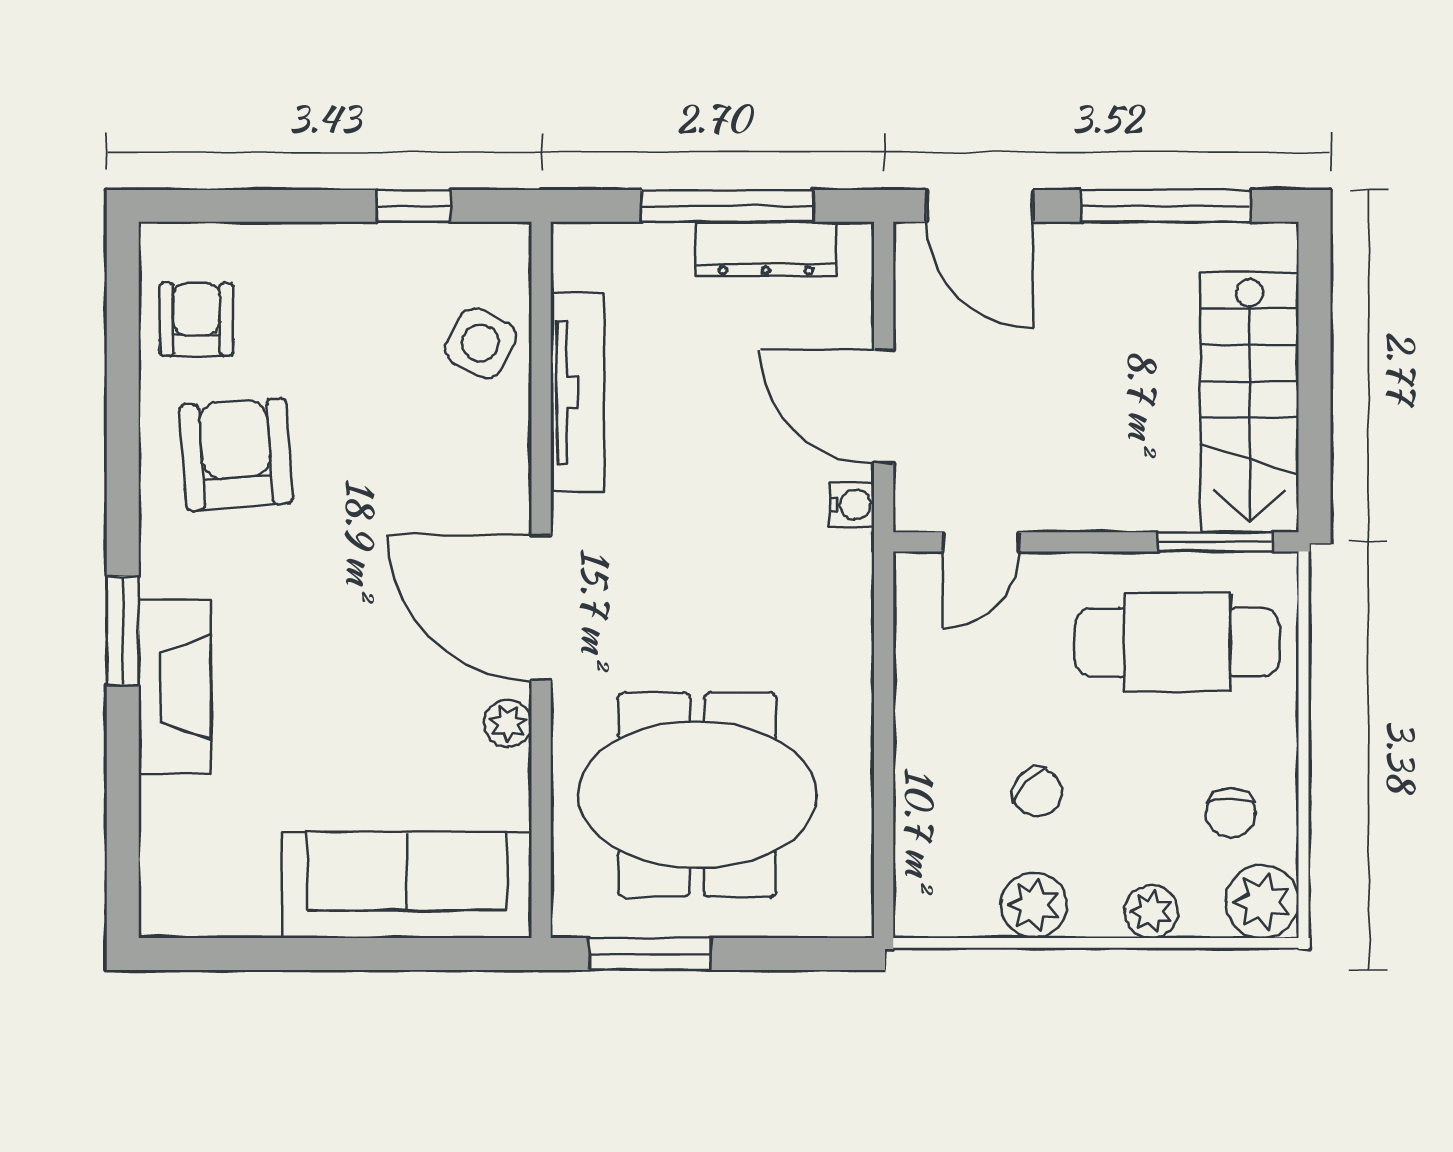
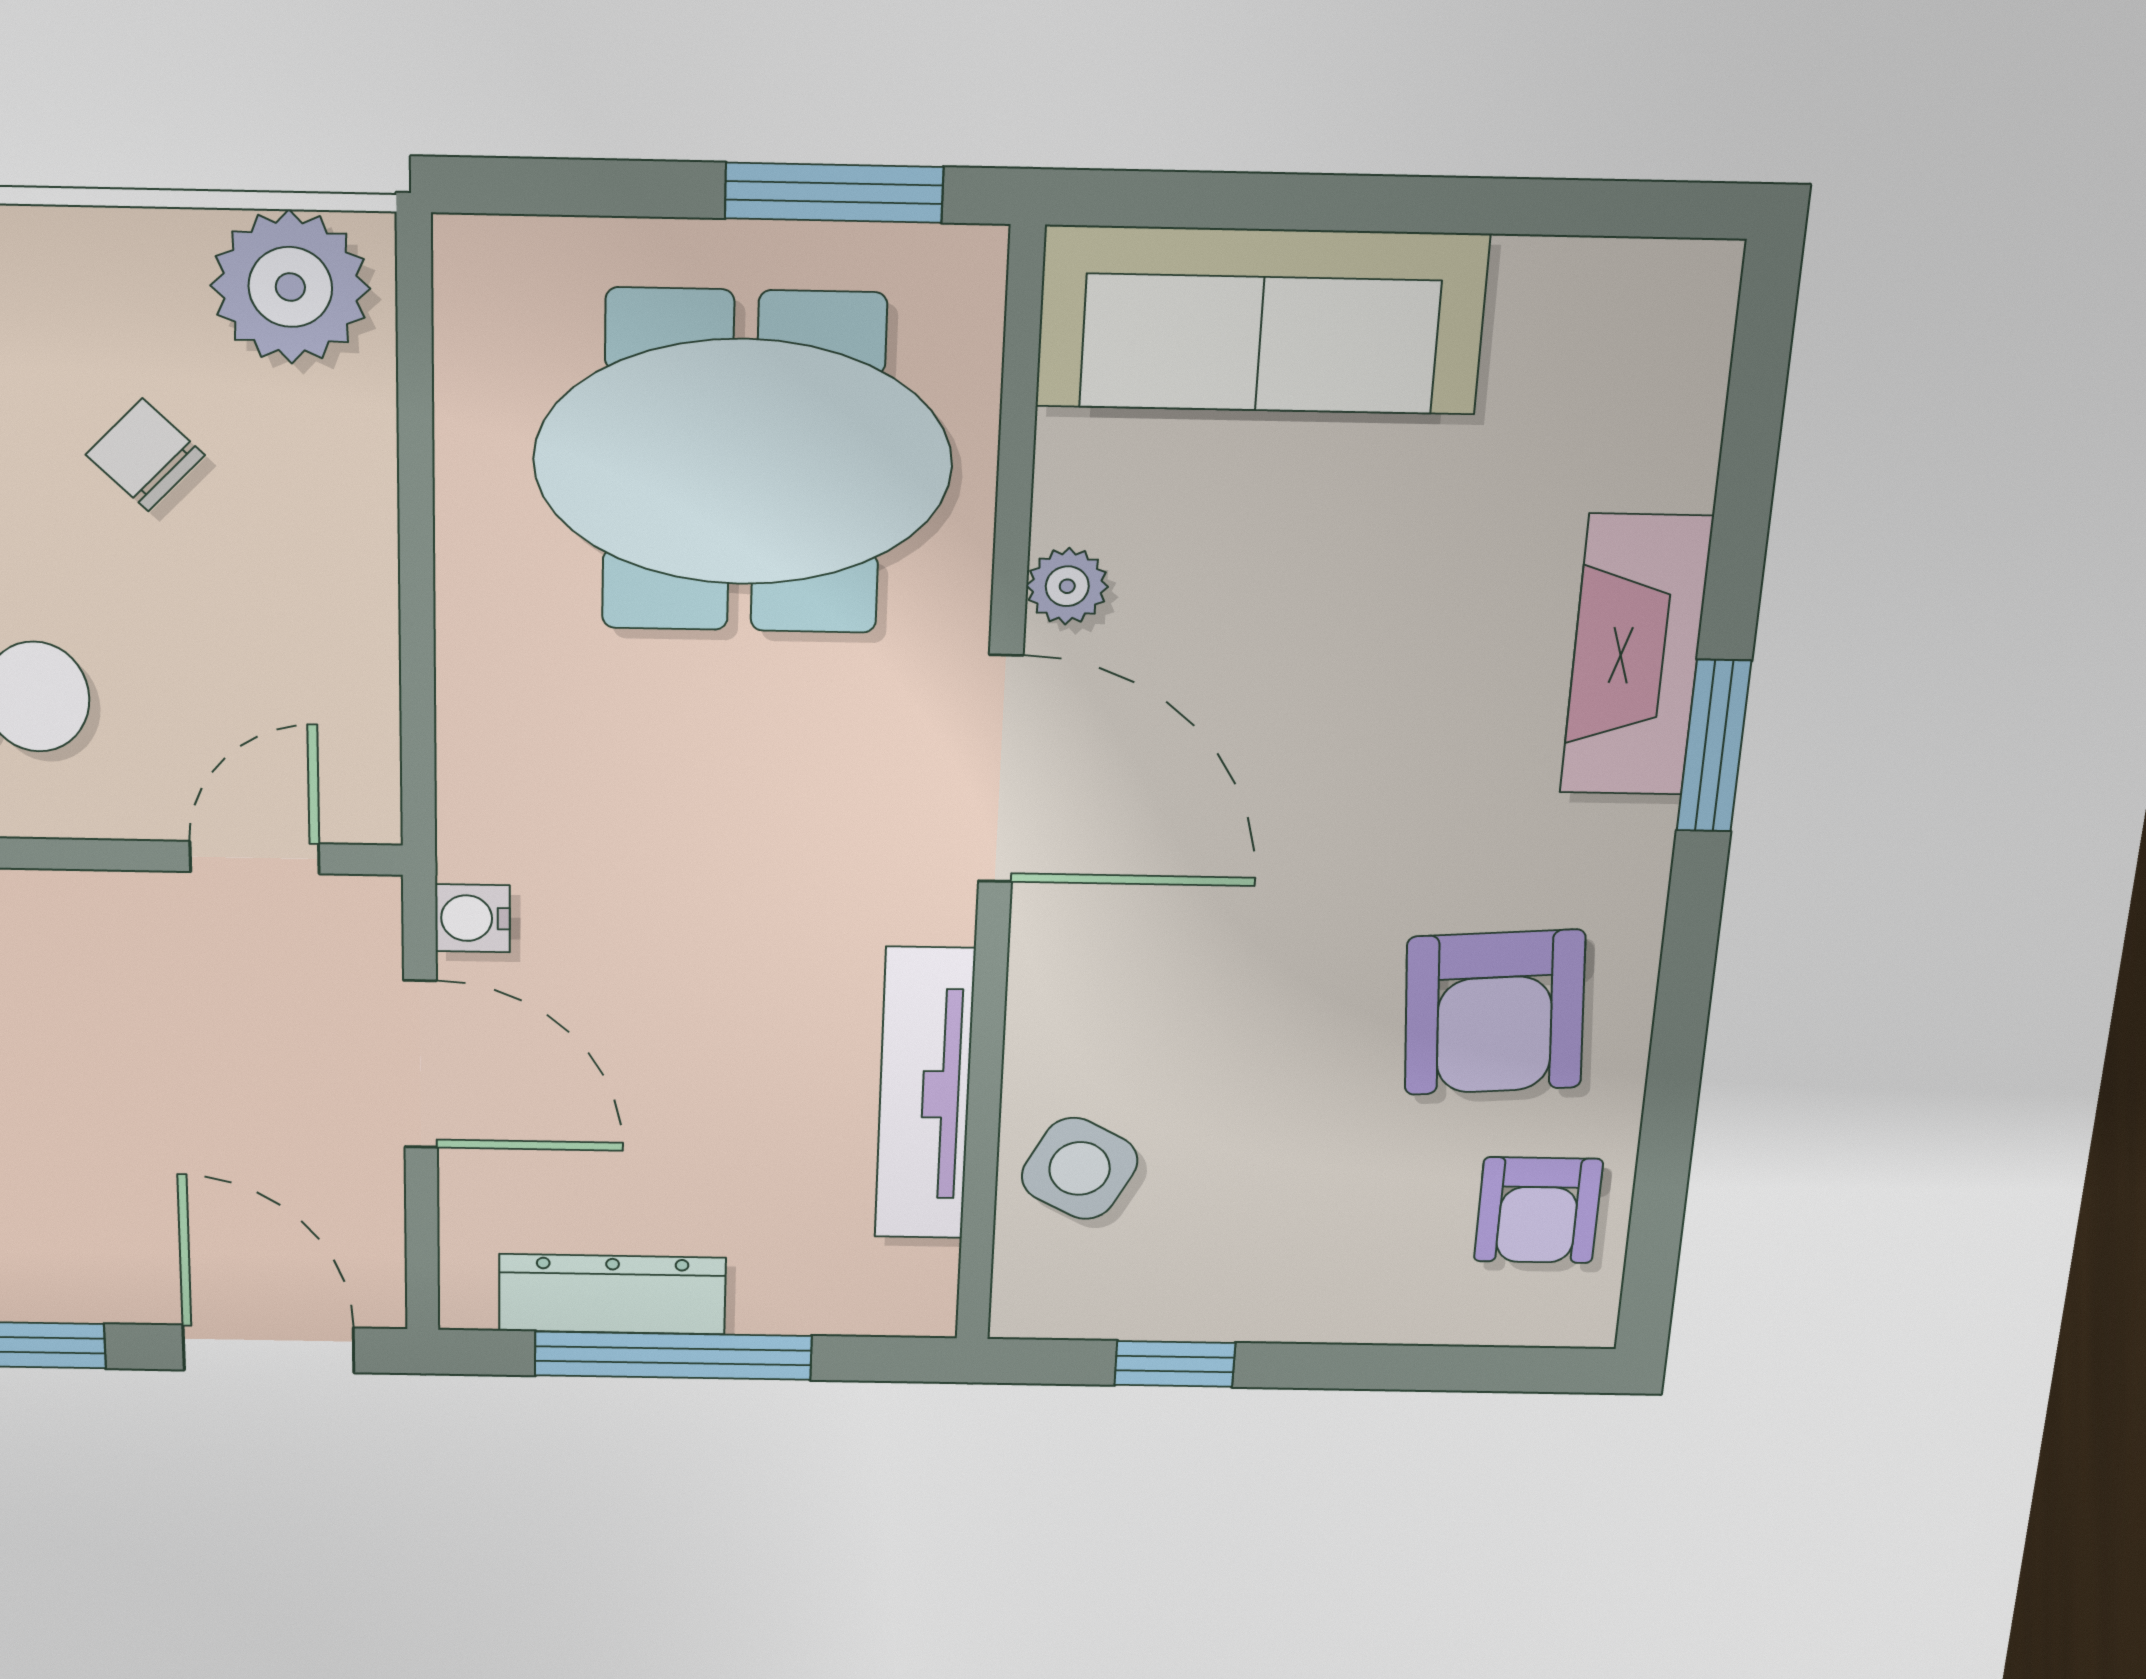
plant: (1034, 905) -> (290, 287), moved, width x1.36, depth x1.36

